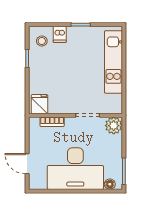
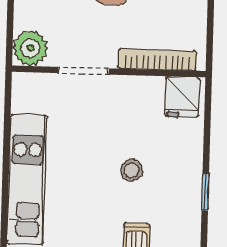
stool: (42, 41) -> (132, 170), moved
bookcase: (52, 122) -> (157, 60), width x1.56

